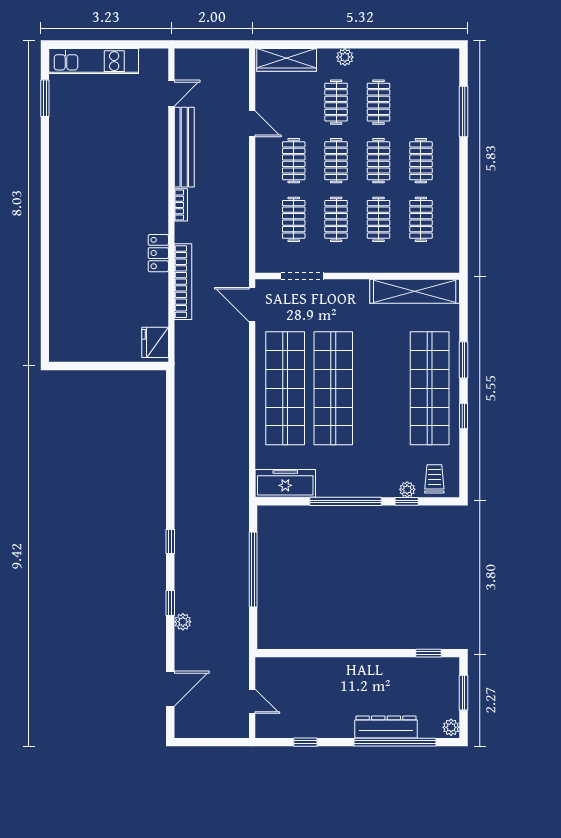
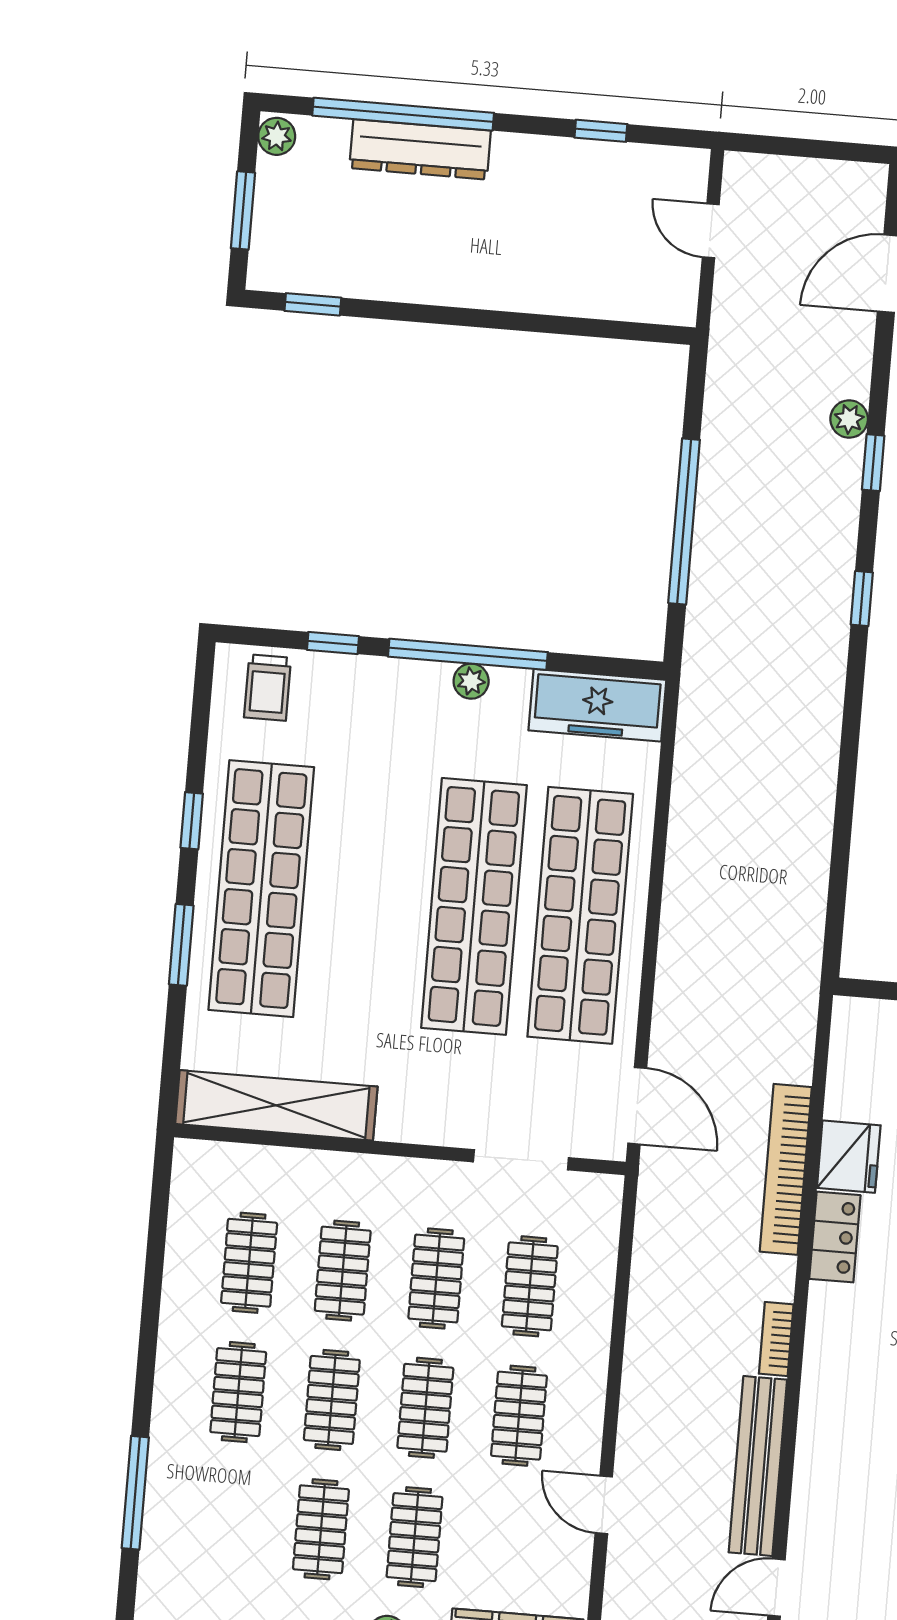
fridge: (155, 342) -> (849, 1157), moved
plant: (407, 489) -> (471, 681), moved

